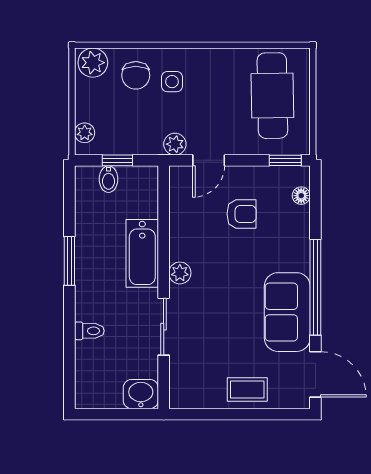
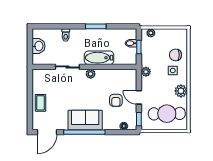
plant: (93, 63) -> (181, 91), moved
door: (209, 160) -> (139, 97), moved
sofa: (287, 312) -> (85, 120), moved
washbasin: (141, 394) -> (38, 46), moved

